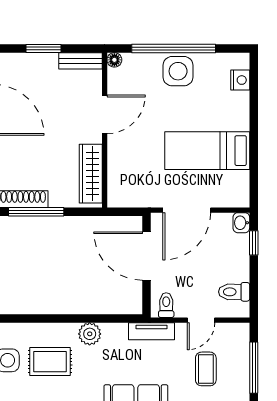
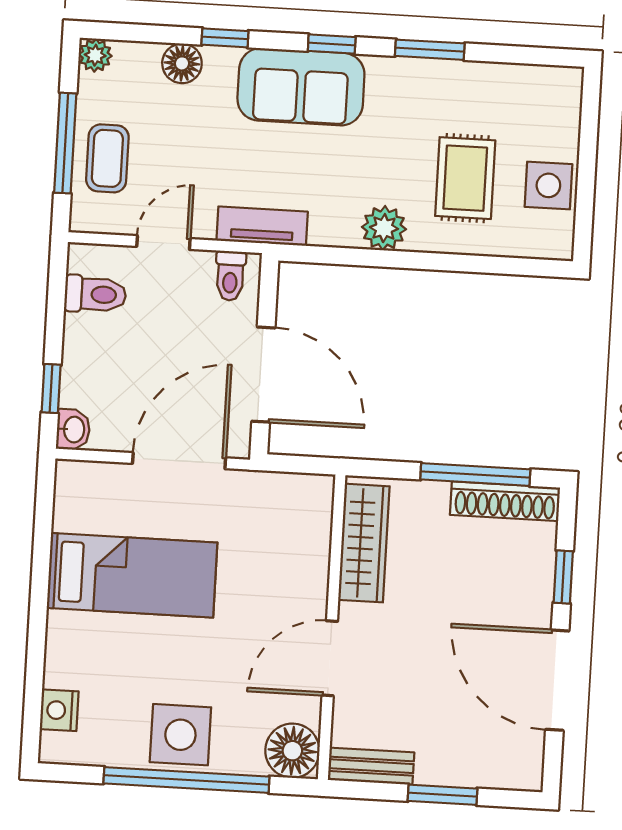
floor lamp: (114, 60) -> (292, 751), width x1.89, depth x1.89
rug: (50, 362) -> (465, 178), turned 90
coffee table: (206, 369) -> (107, 158), moved

